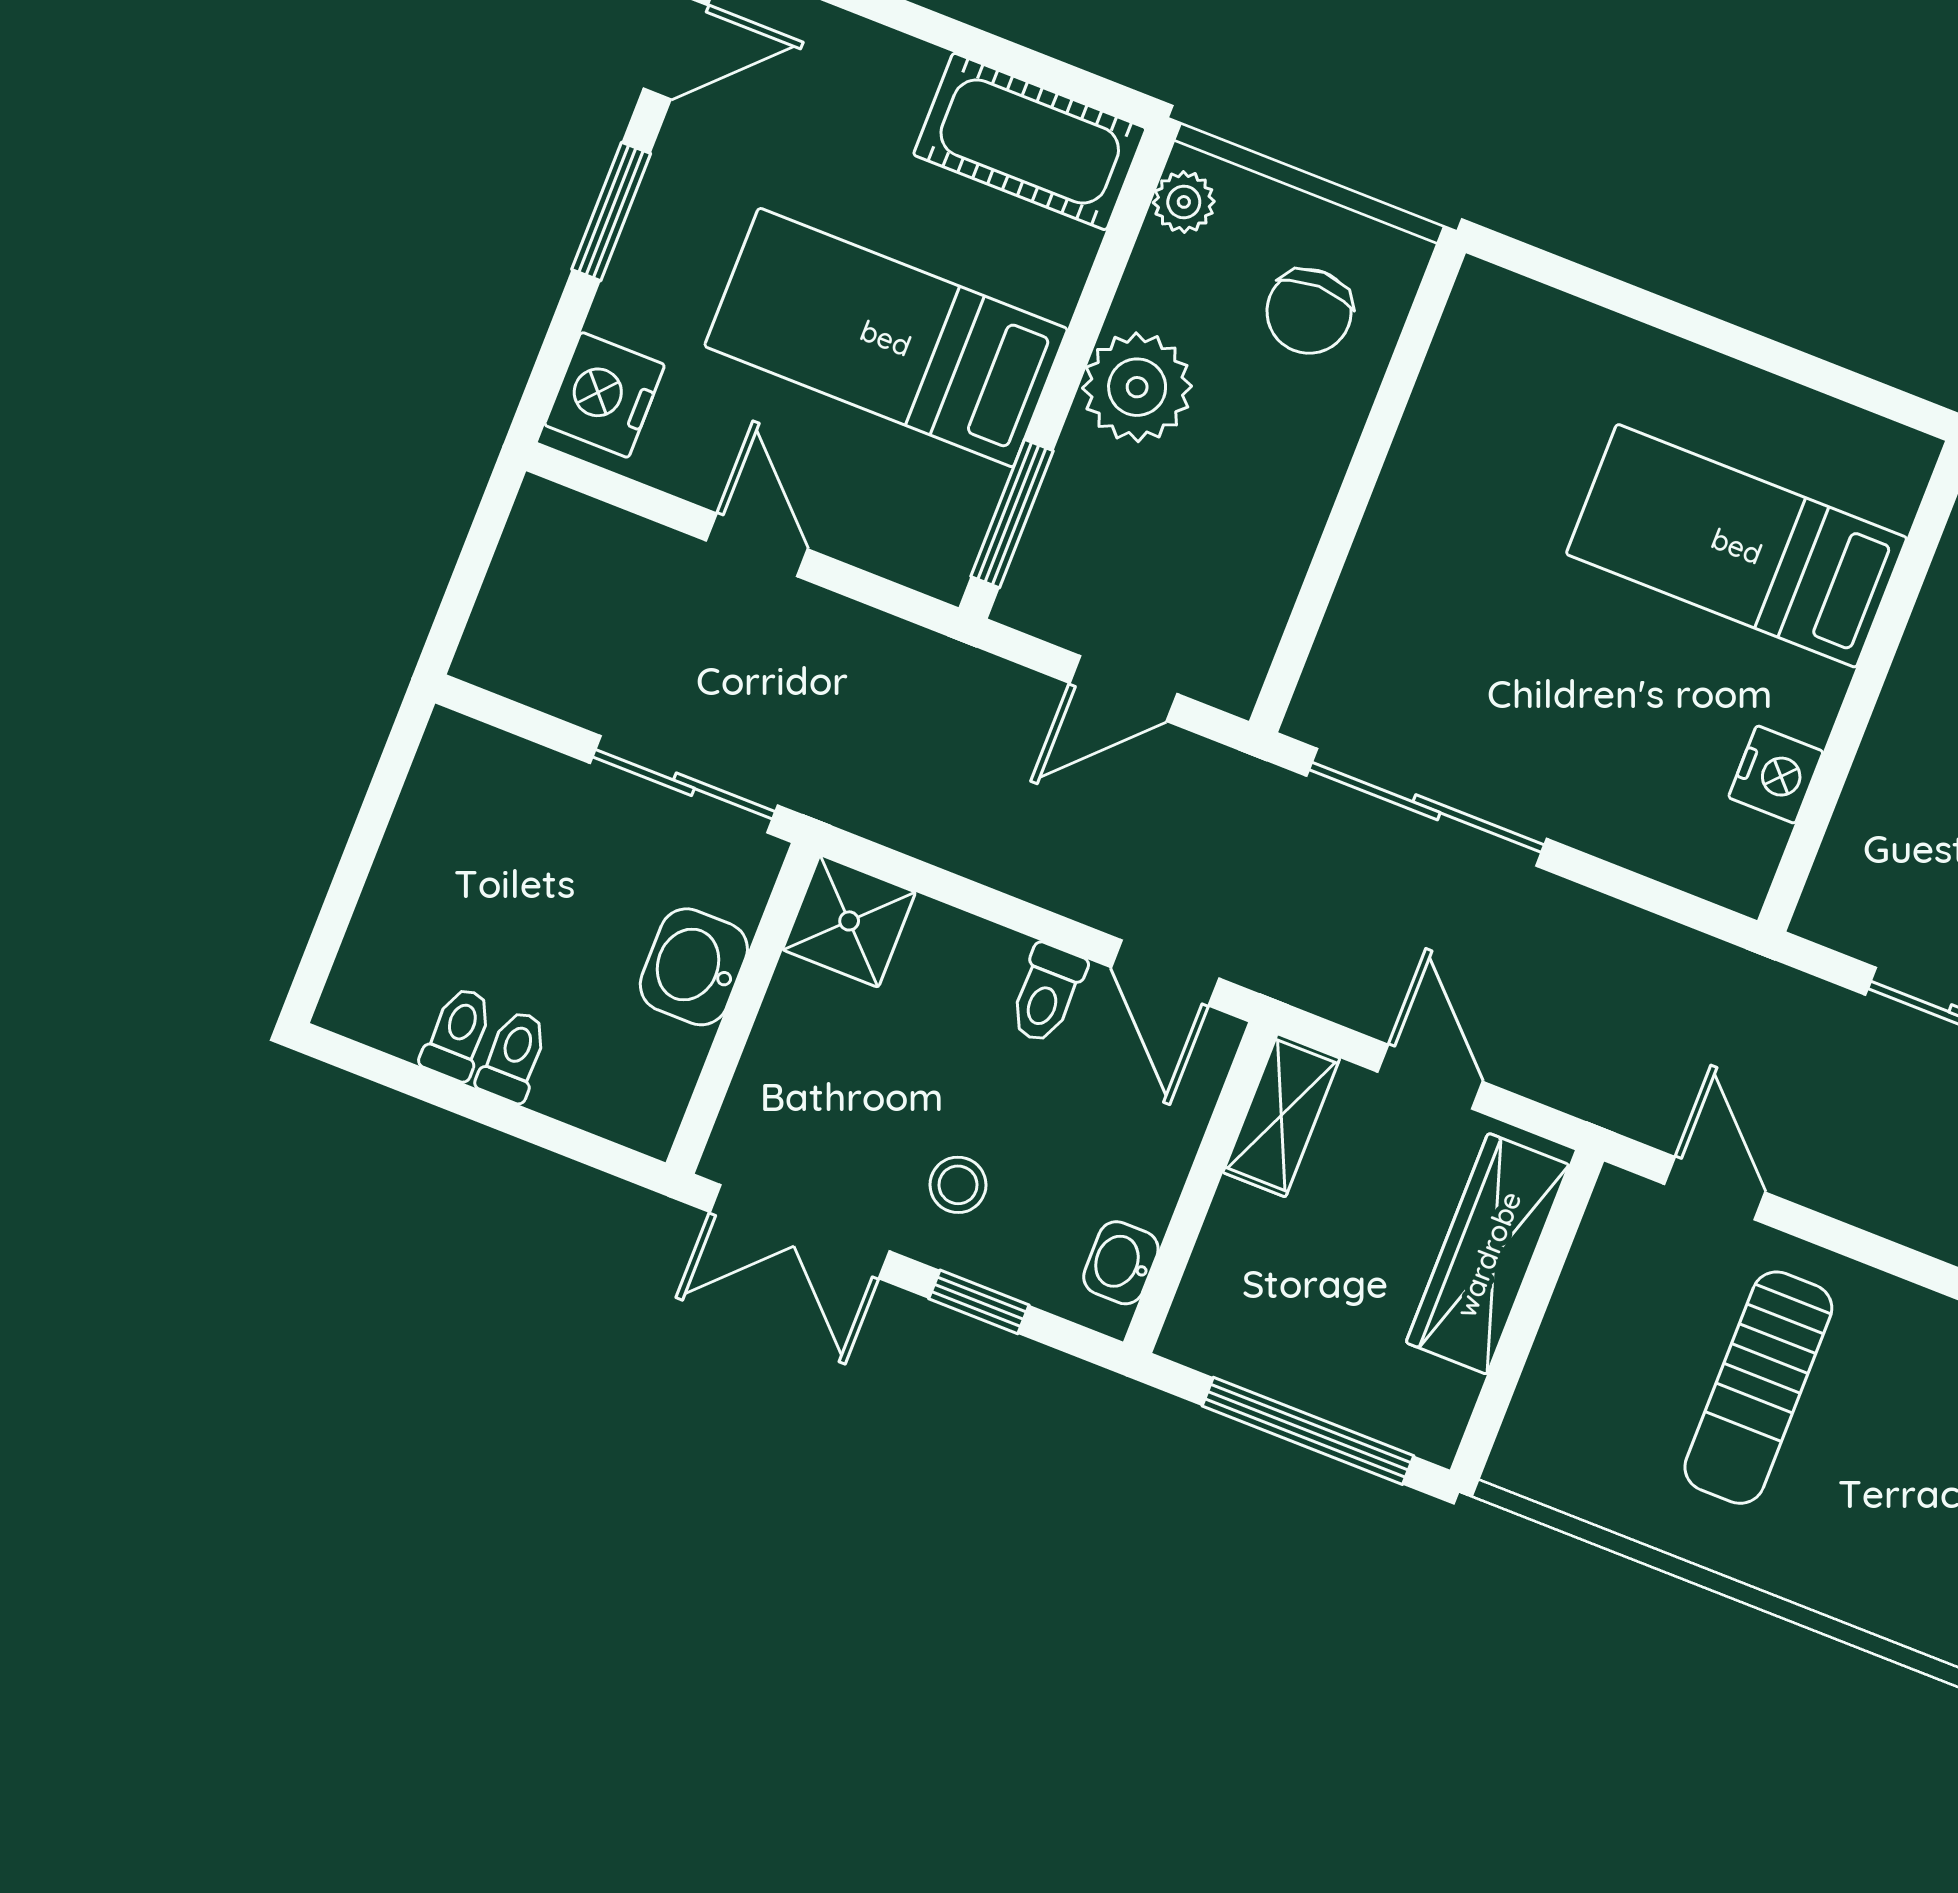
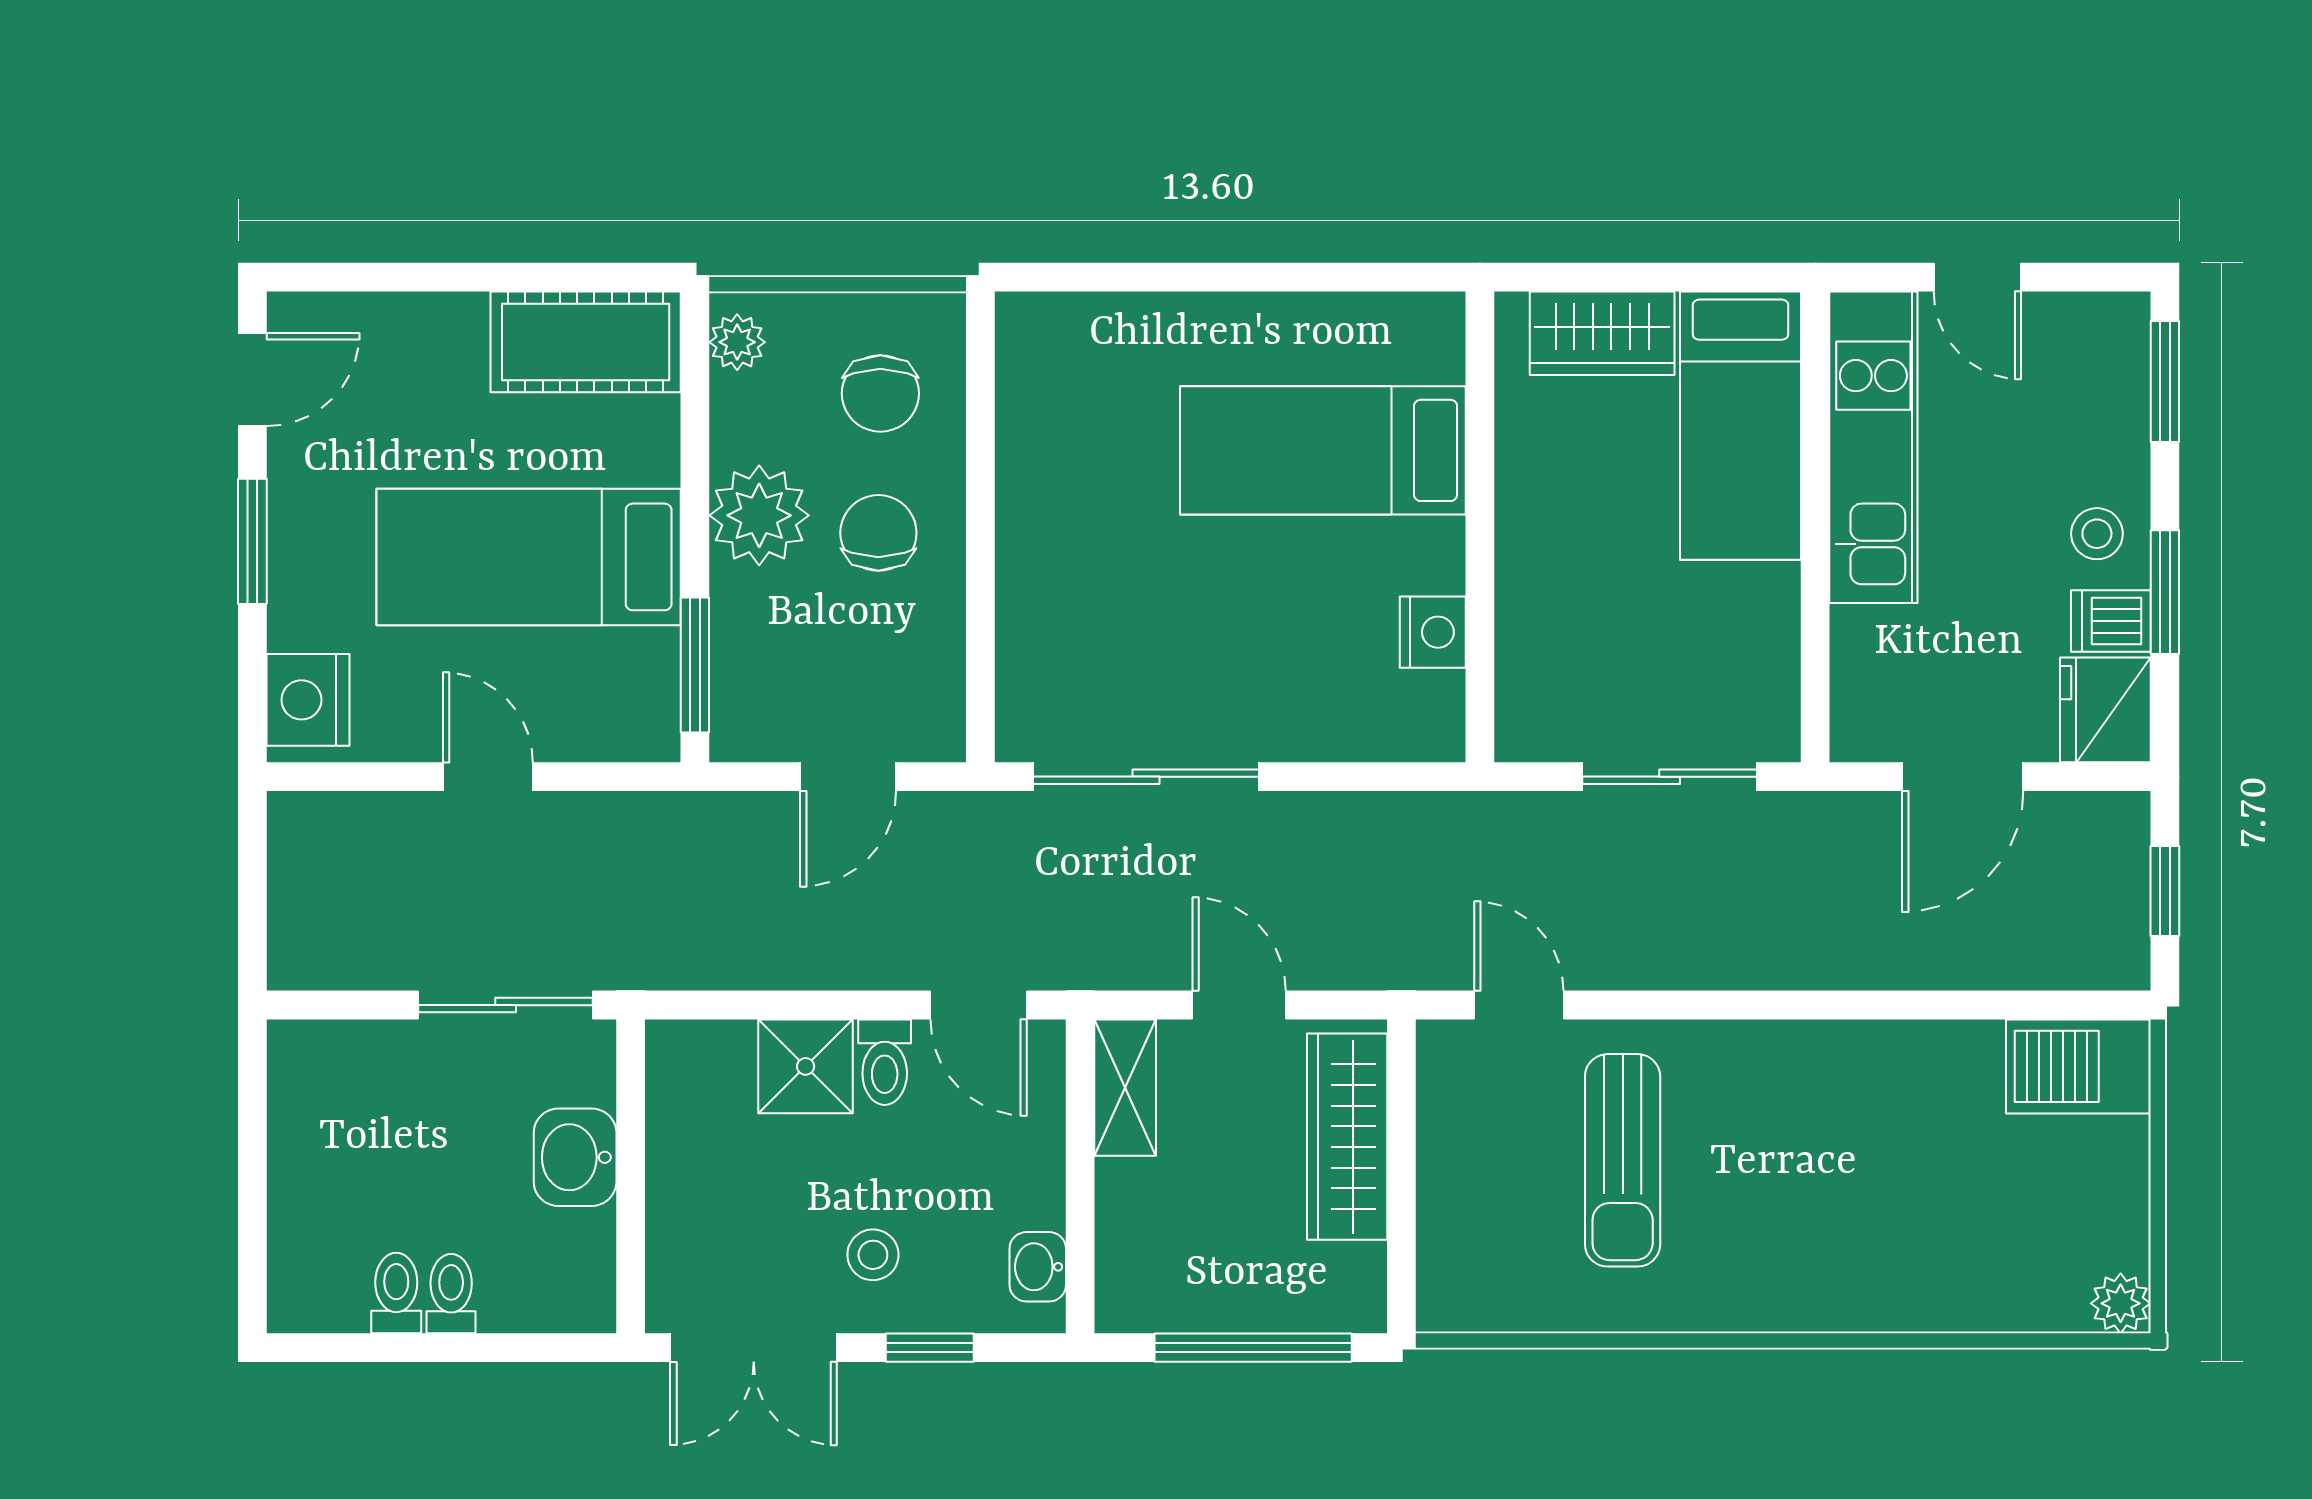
chair: (1251, 453) -> (878, 533), added
shower: (849, 921) -> (806, 1066), moved

